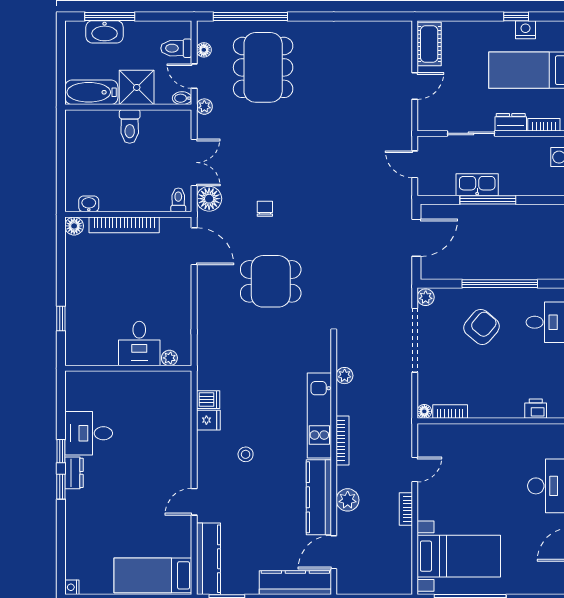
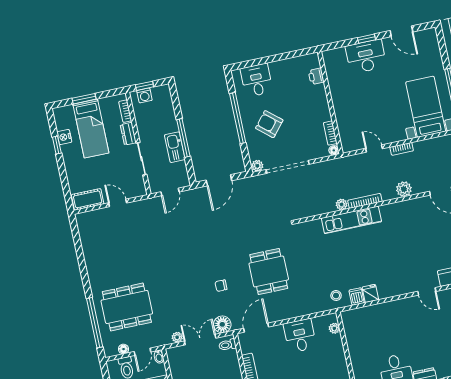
plant: (204, 107) -> (177, 337), moved
door: (416, 238) -> (219, 180), swing flipped
desk: (139, 344) -> (300, 336), moved, turned -90
plant: (345, 376) -> (342, 204), moved
stool: (246, 454) -> (336, 296), moved
kitchen counter: (319, 497) -> (406, 209), removed

